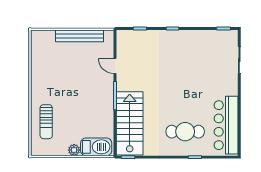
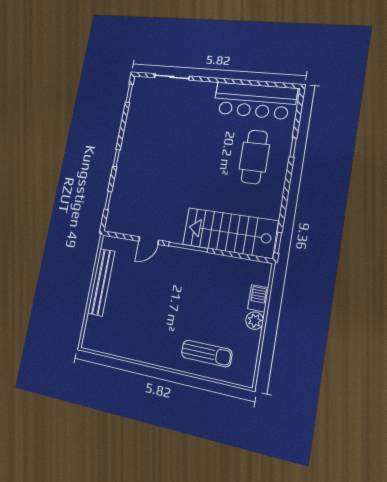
barbecue: (96, 147) -> (258, 298), width x0.53, depth x0.65

